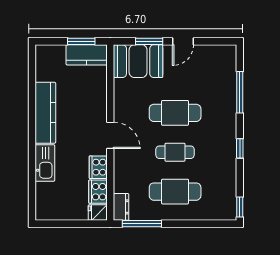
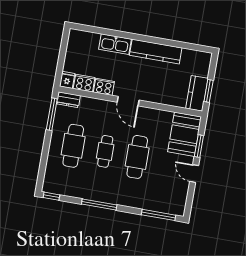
window: (240, 92) -> (159, 215), moved
door: (110, 135) -> (128, 101), hinge flipped
window: (240, 148) -> (99, 205), width x2.17

